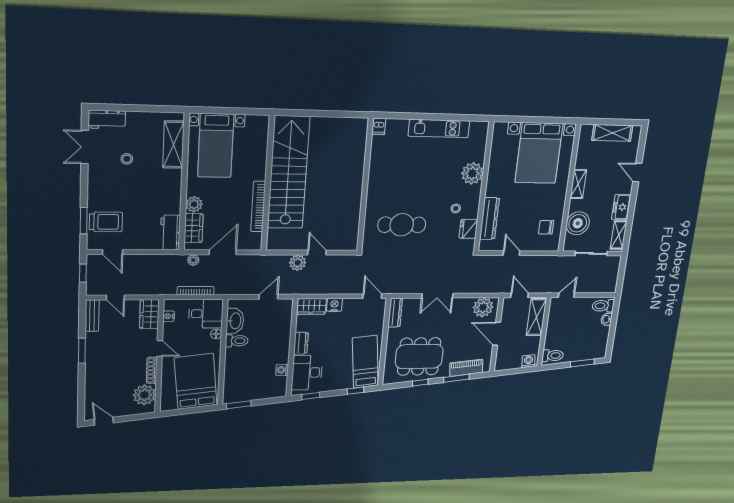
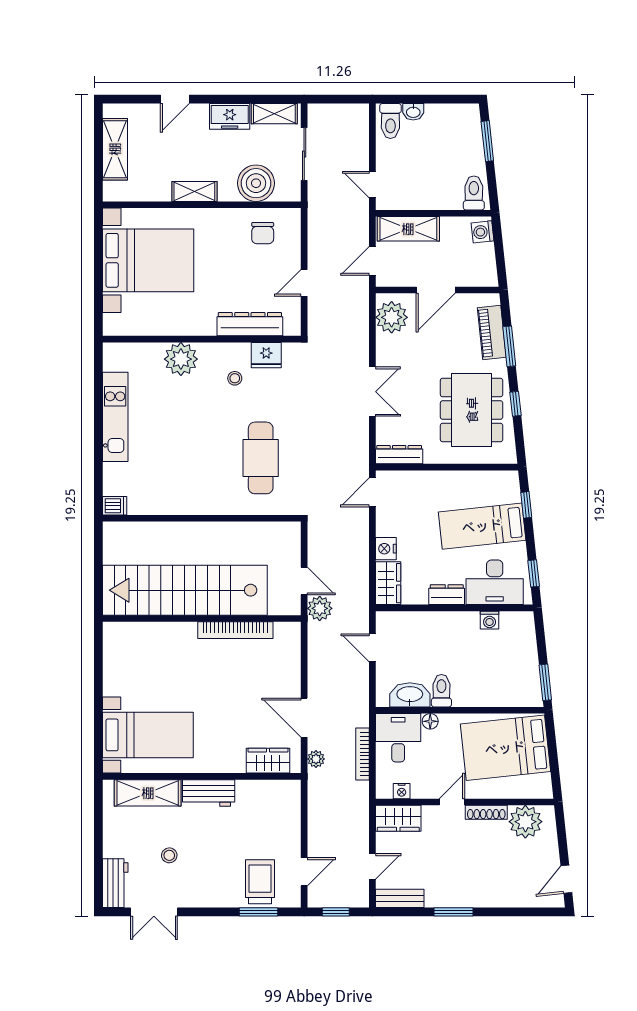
stairs: (288, 173) -> (185, 590), moved
wall: (268, 184) -> (202, 619), moved
plant: (194, 204) -> (233, 761), removed
bookcase: (258, 207) -> (235, 630), moved
workbench: (170, 233) -> (209, 793), moved
door: (317, 253) -> (304, 581), swing flipped
bed: (365, 362) -> (482, 526), moved

